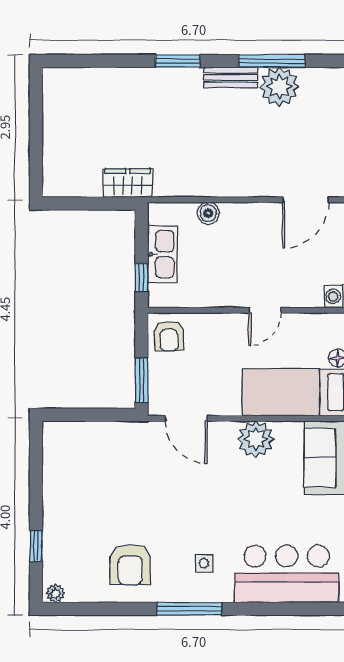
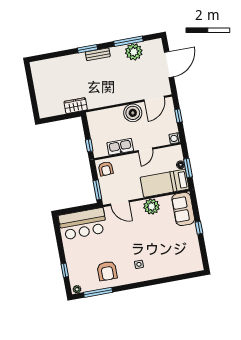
bench: (231, 77) -> (98, 54), moved
boiler: (208, 213) -> (133, 113), moved, width x1.86, depth x1.86
kitchen sink: (163, 254) -> (120, 147), moved, turned -90
bar counter: (287, 574) -> (83, 224), moved, turned 180
window: (189, 609) -> (98, 292), moved

